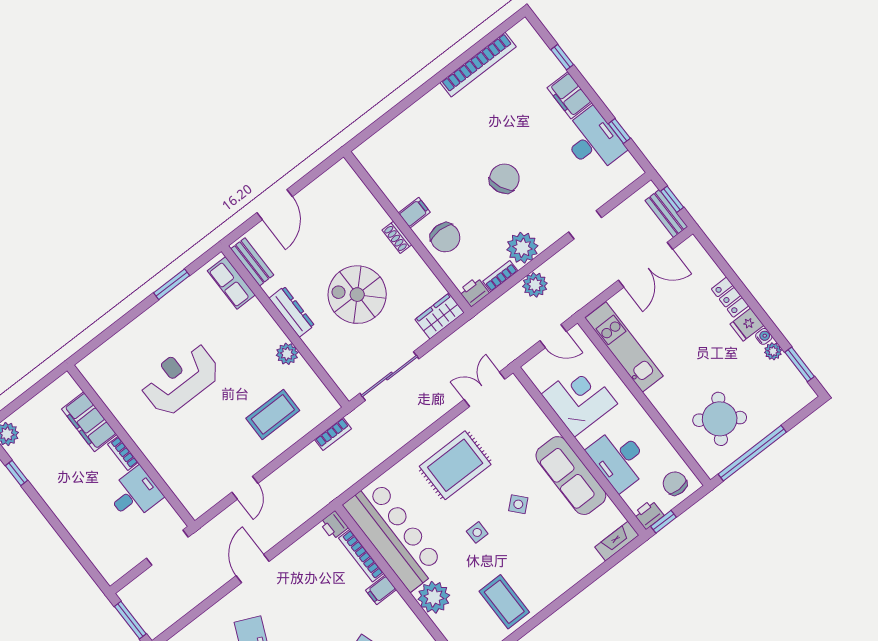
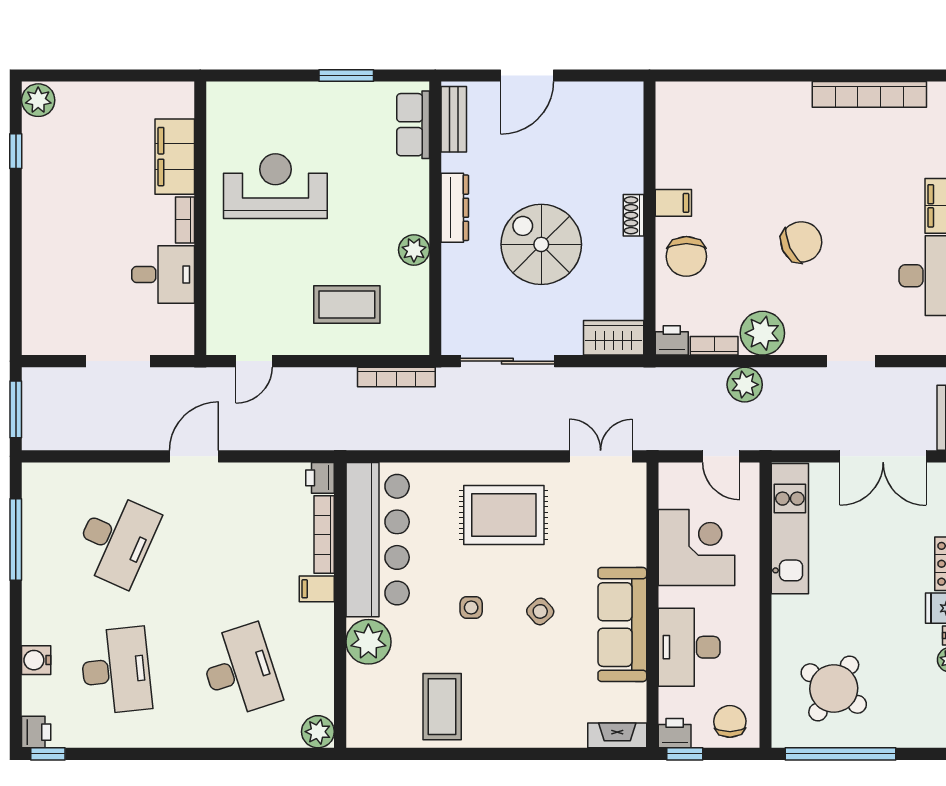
filing cabinet: (89, 422) -> (175, 157), moved
bookcase: (333, 434) -> (396, 377), width x1.56
wall: (131, 446) -> (200, 218), moved
bookcase: (123, 453) -> (185, 220), moved
desk: (134, 494) -> (163, 274), moved

